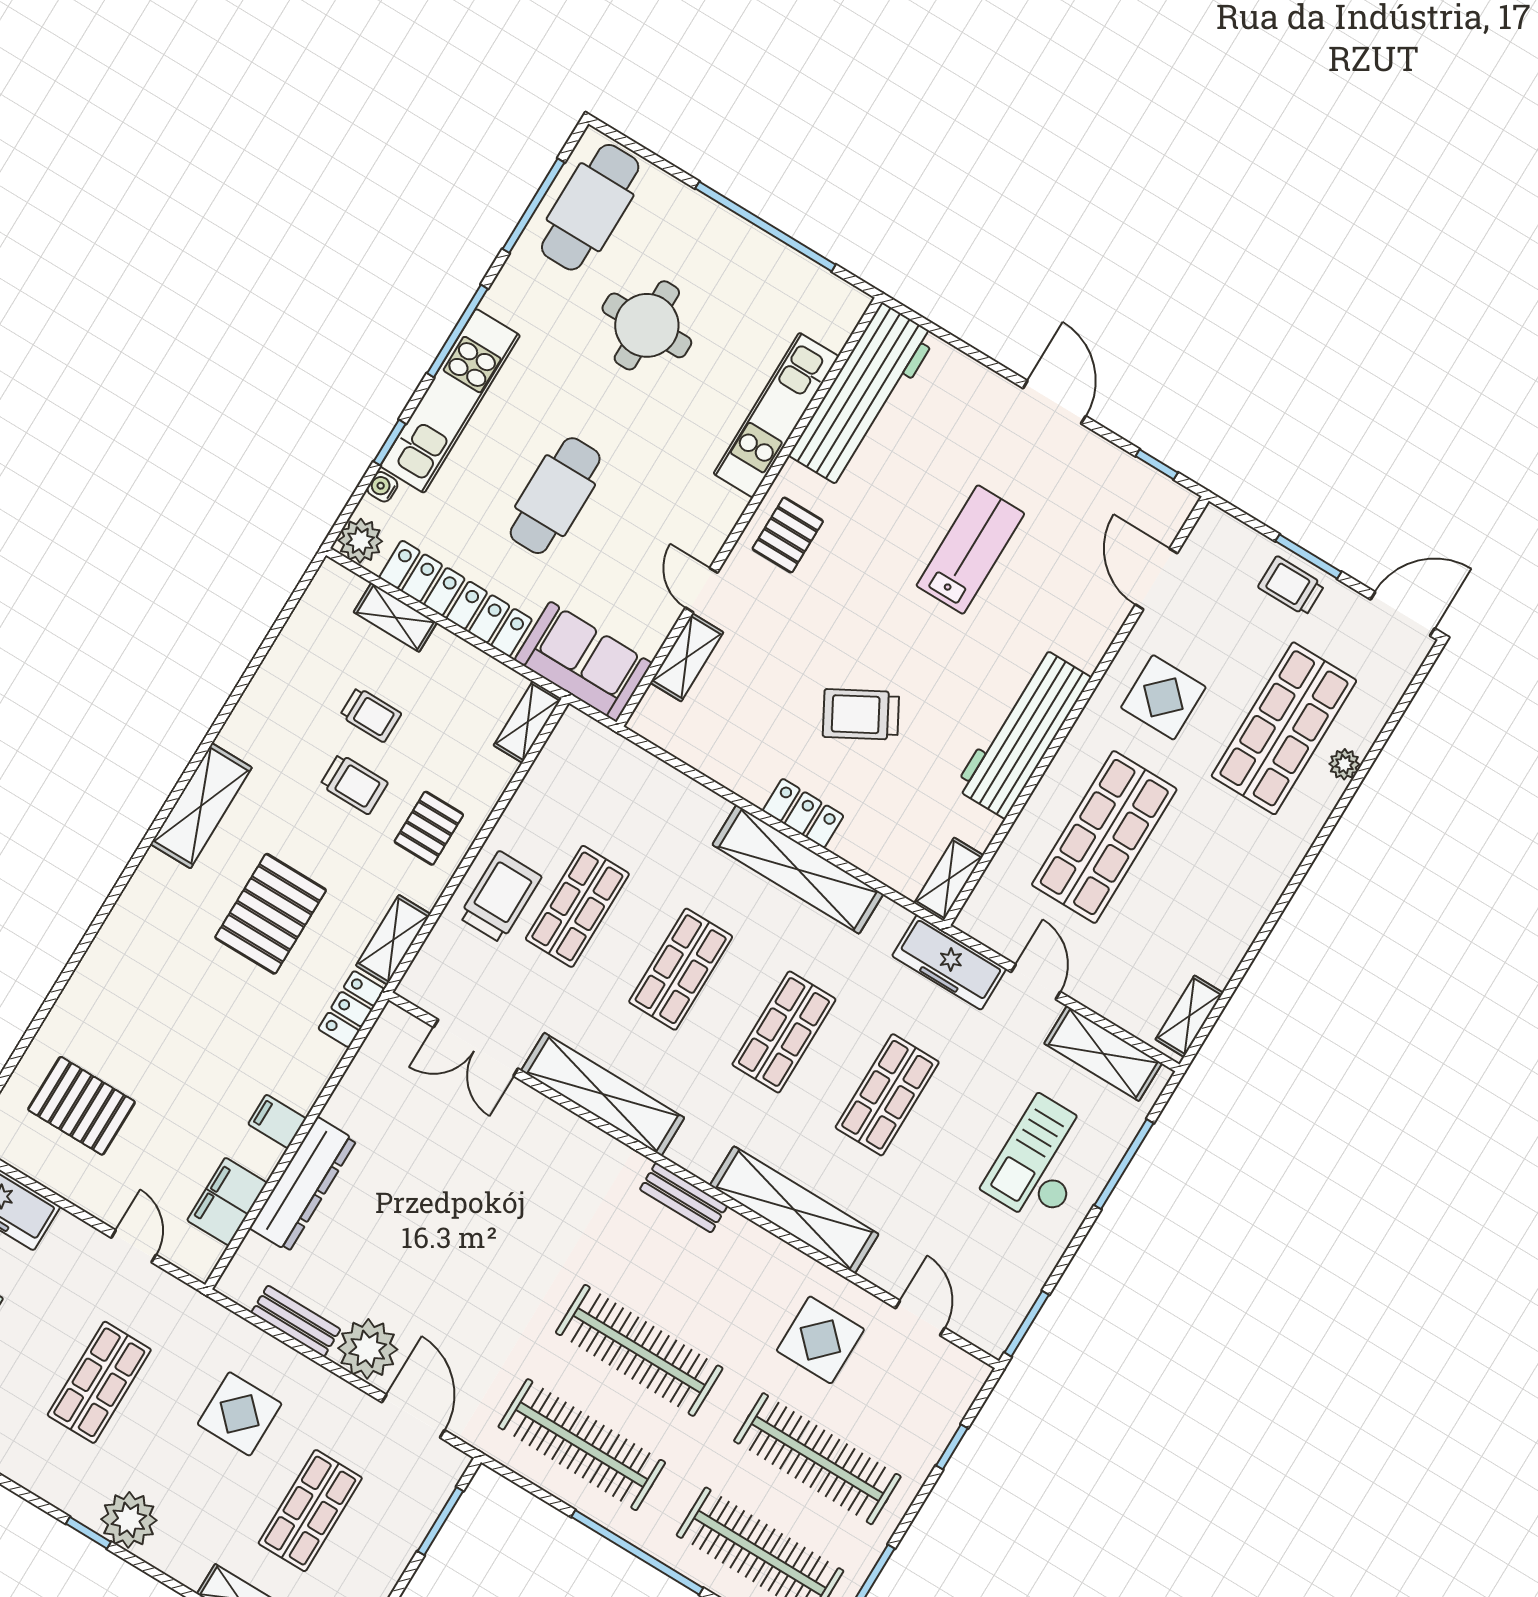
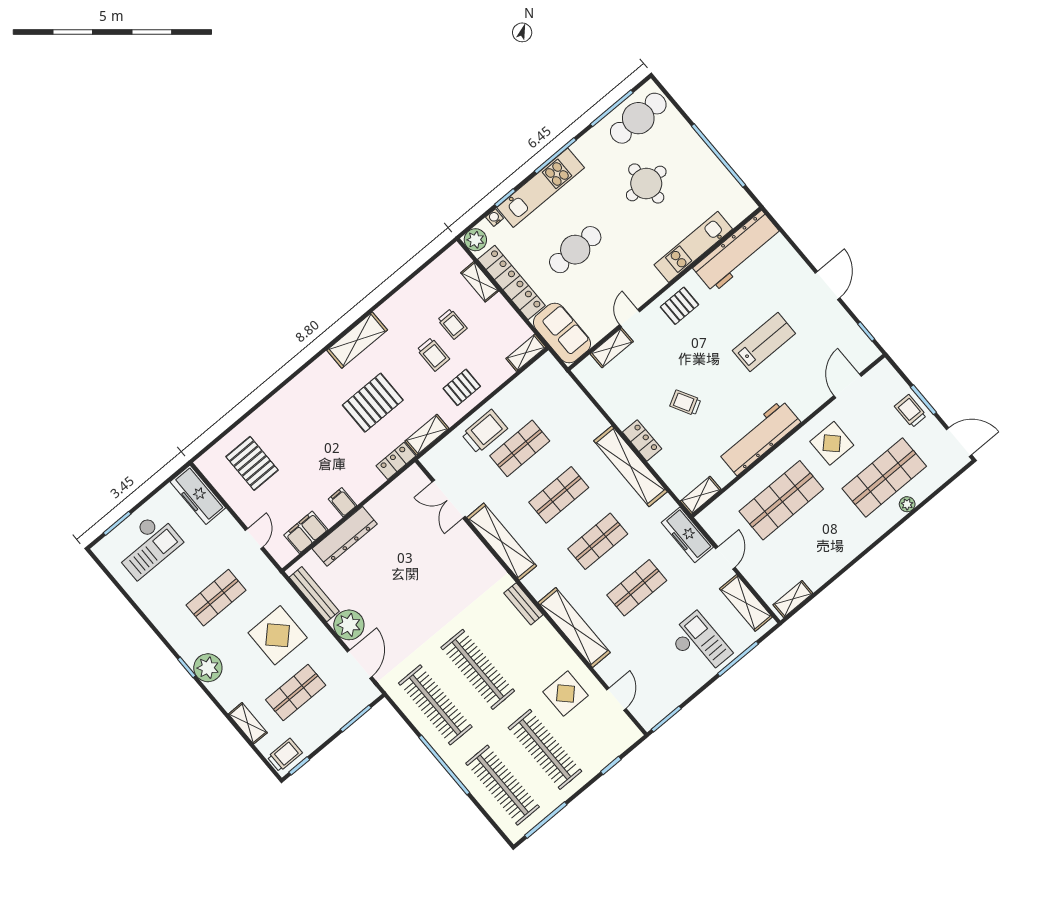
trolley: (861, 714) -> (685, 403), width x0.73, depth x0.72
checkout: (1042, 1161) -> (700, 644), turned 90
bench: (296, 1321) -> (314, 594), width x1.36
display table: (240, 1414) -> (278, 635), width x1.36, depth x1.36

